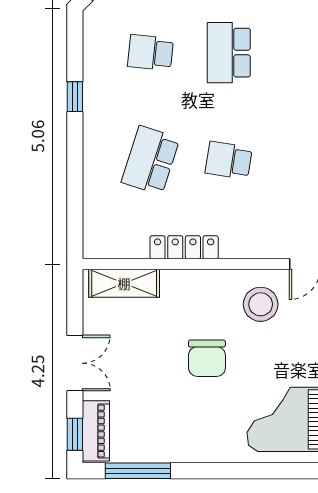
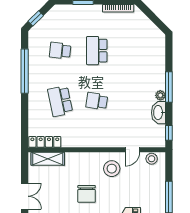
window: (75, 97) -> (25, 71), width x3.17
school desk: (151, 160) -> (60, 101), turned -30
locker: (184, 247) -> (45, 142), moved

